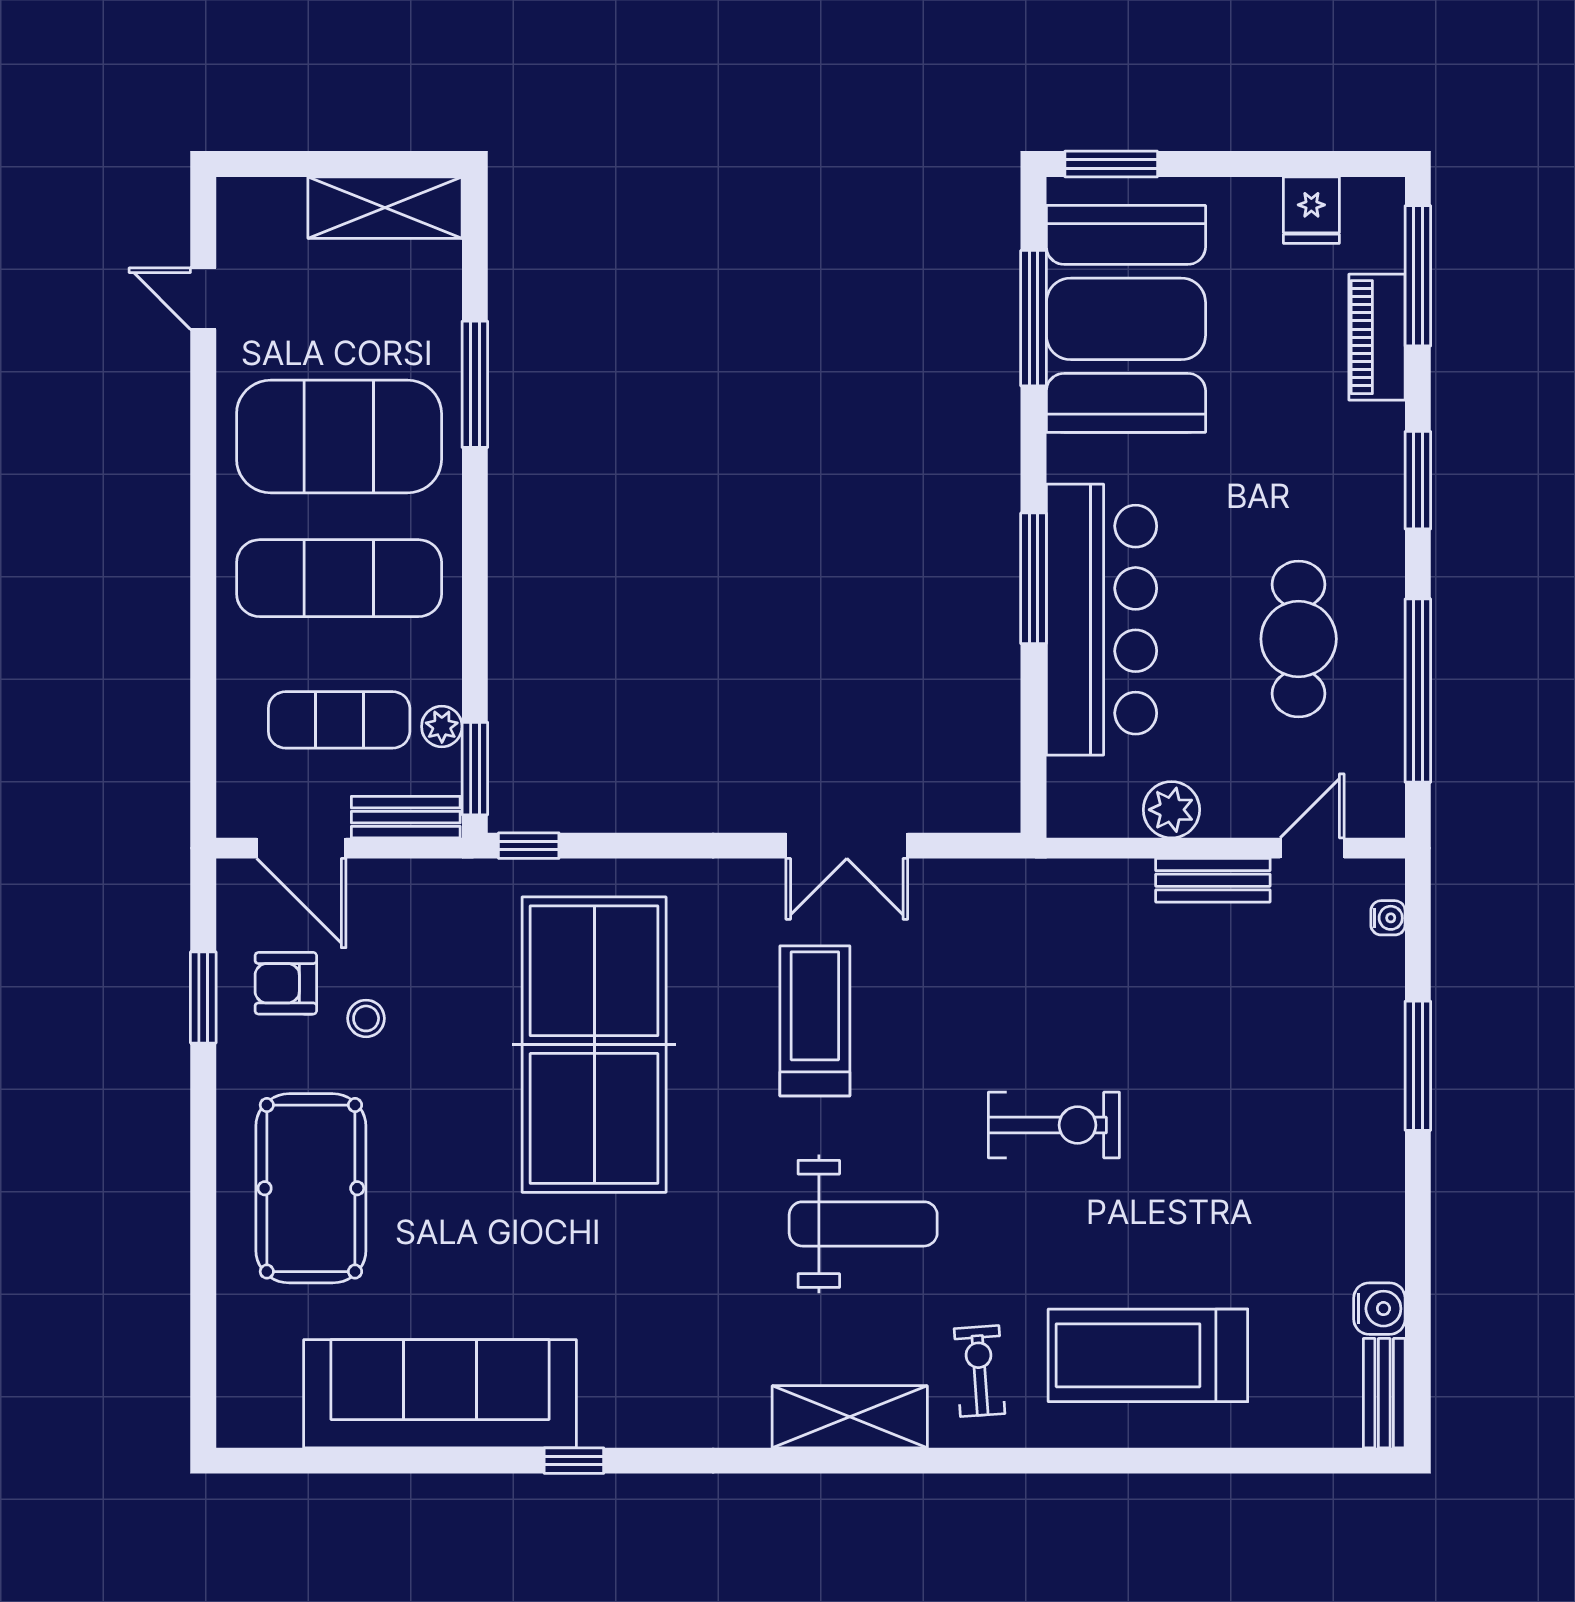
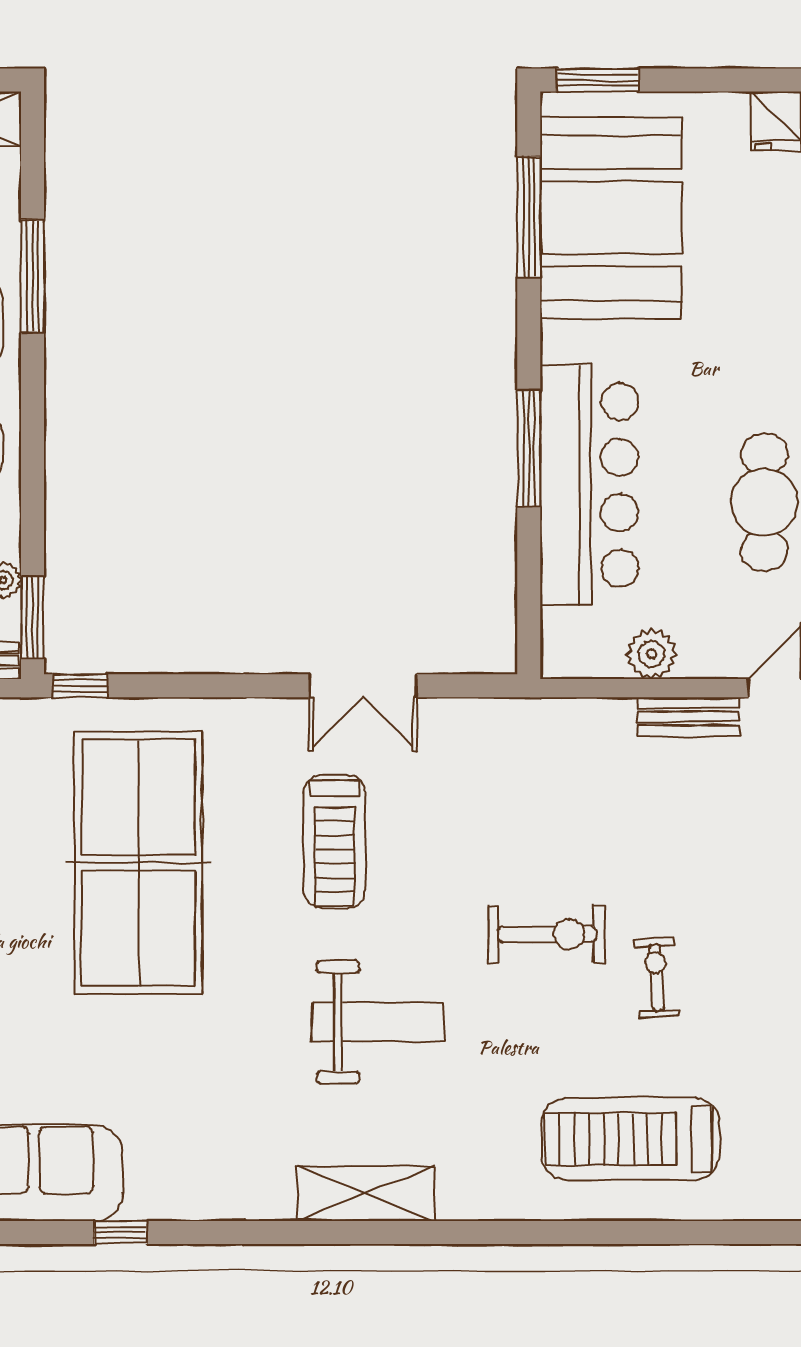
treadmill: (815, 1021) -> (335, 842), turned 180
exercise bike: (980, 1371) -> (657, 978), moved

